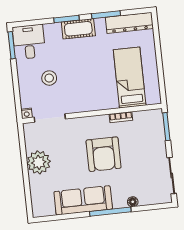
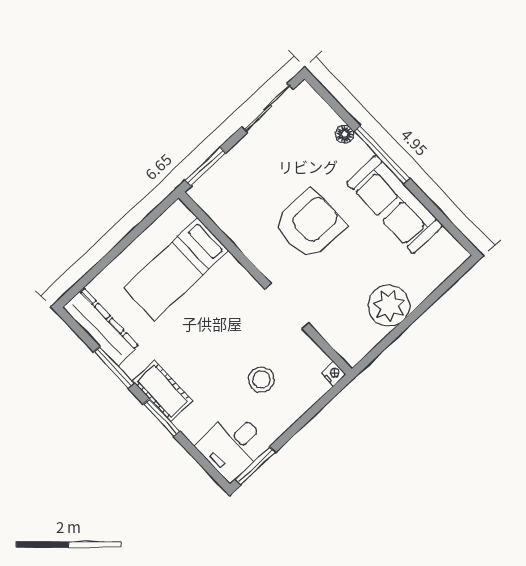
bookcase: (121, 117) -> (240, 240), removed
doorway: (50, 118) -> (287, 306), moved

